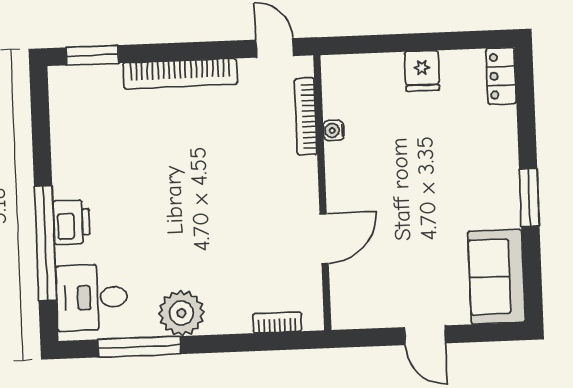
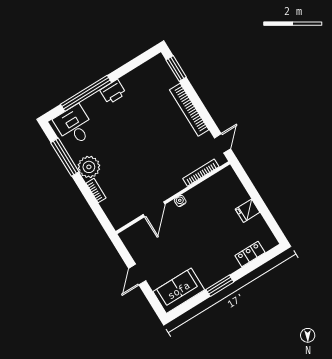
locker: (501, 76) -> (250, 254), moved
water cooler: (334, 130) -> (180, 201), moved
printer: (72, 222) -> (113, 92), moved
door: (324, 239) -> (154, 209), hinge flipped
bookcase: (277, 322) -> (96, 191), moved

